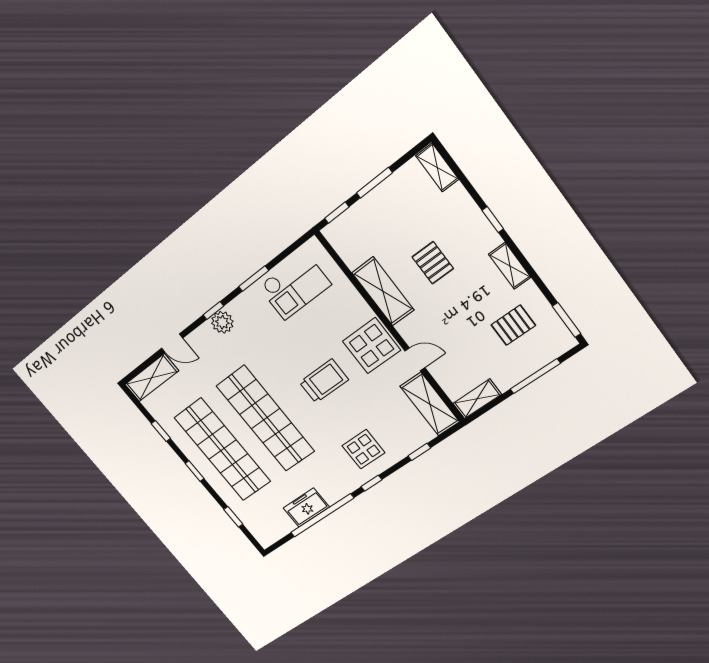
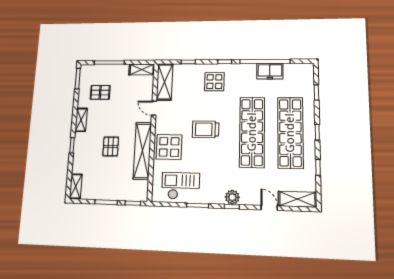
shelving: (383, 291) -> (142, 151), width x1.47
display table: (371, 346) -> (169, 147), moved

